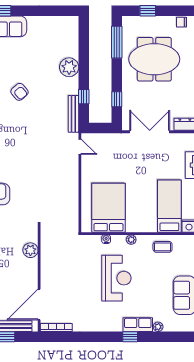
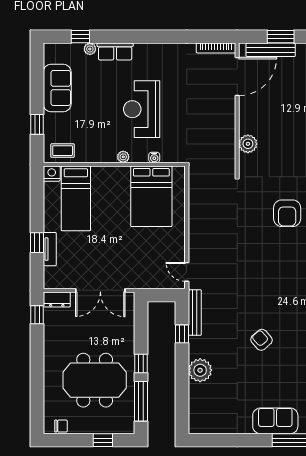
window: (117, 99) -> (141, 363), moved
coffee table: (163, 247) -> (63, 151), moved
window: (130, 337) -> (80, 37), moved

